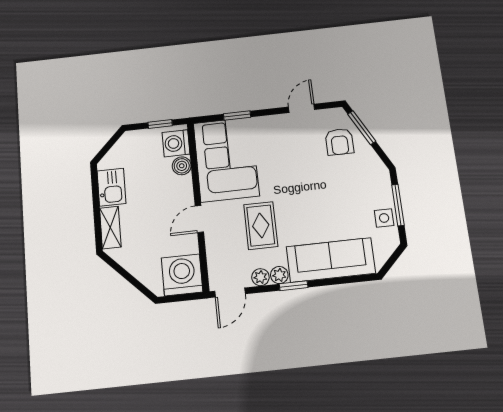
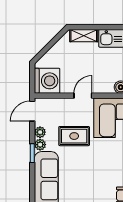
door: (199, 219) -> (83, 96), hinge flipped
door: (230, 292) -> (32, 111), hinge flipped

